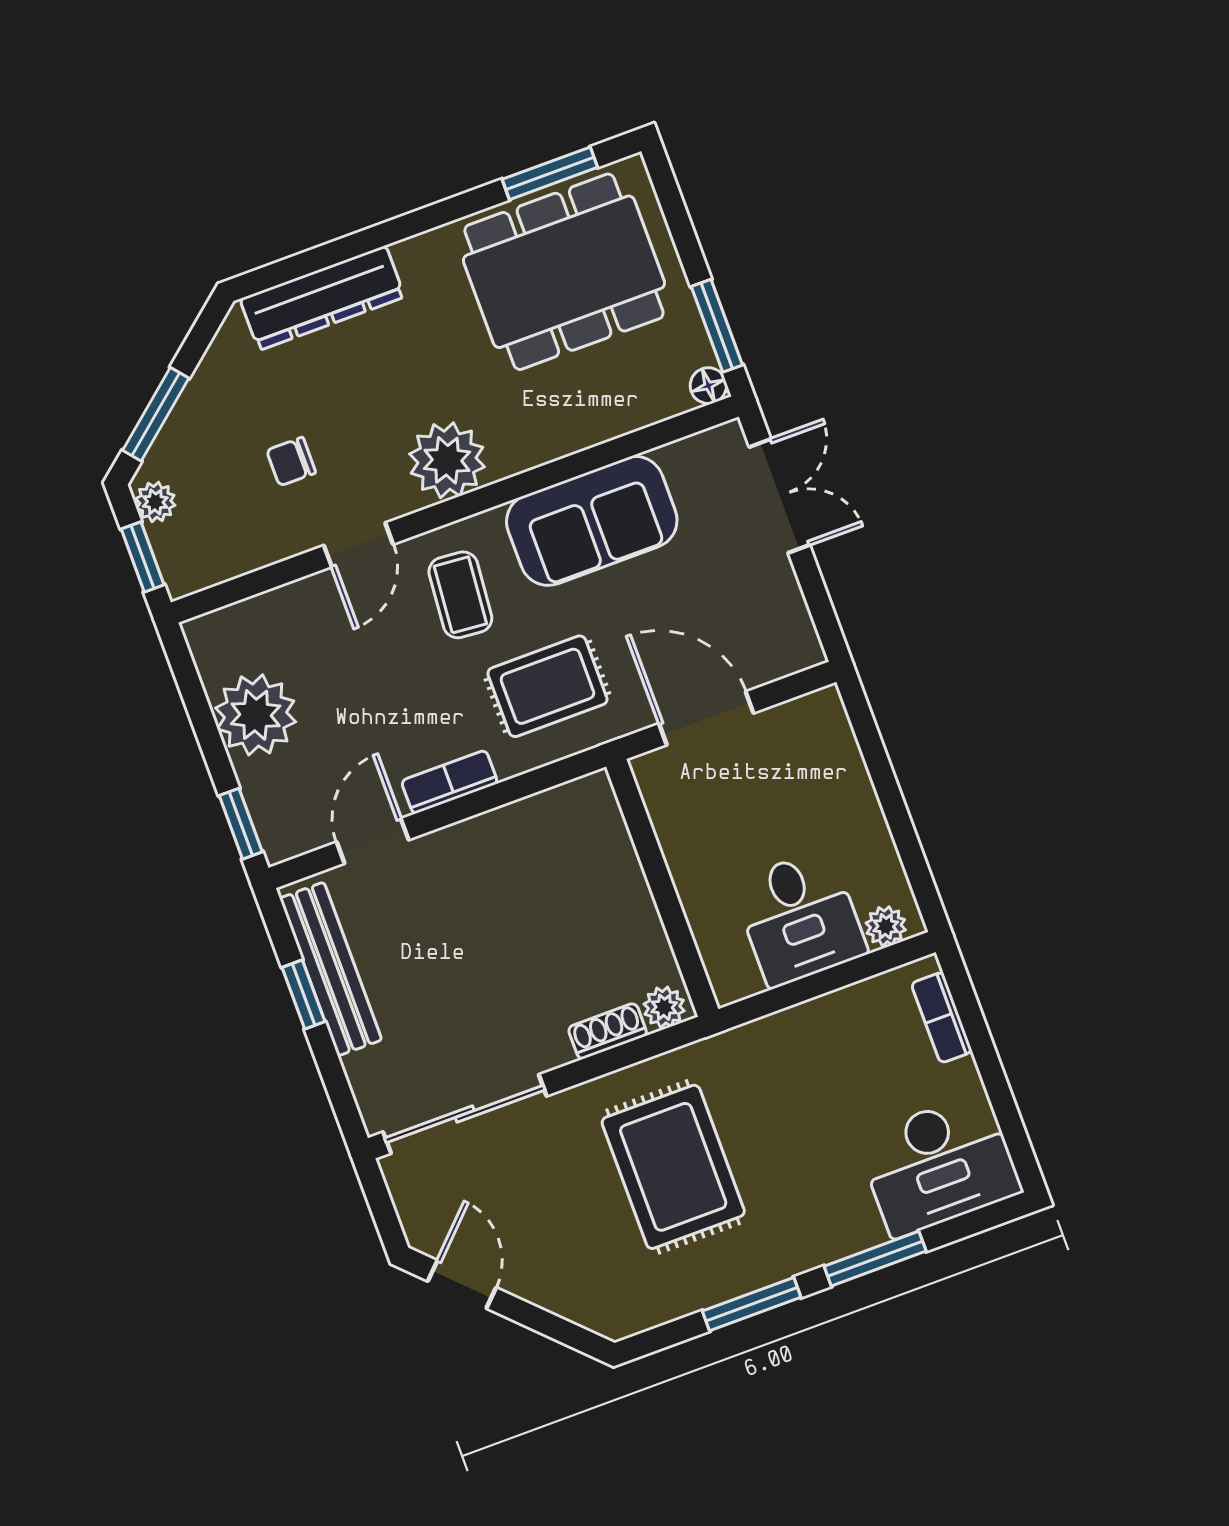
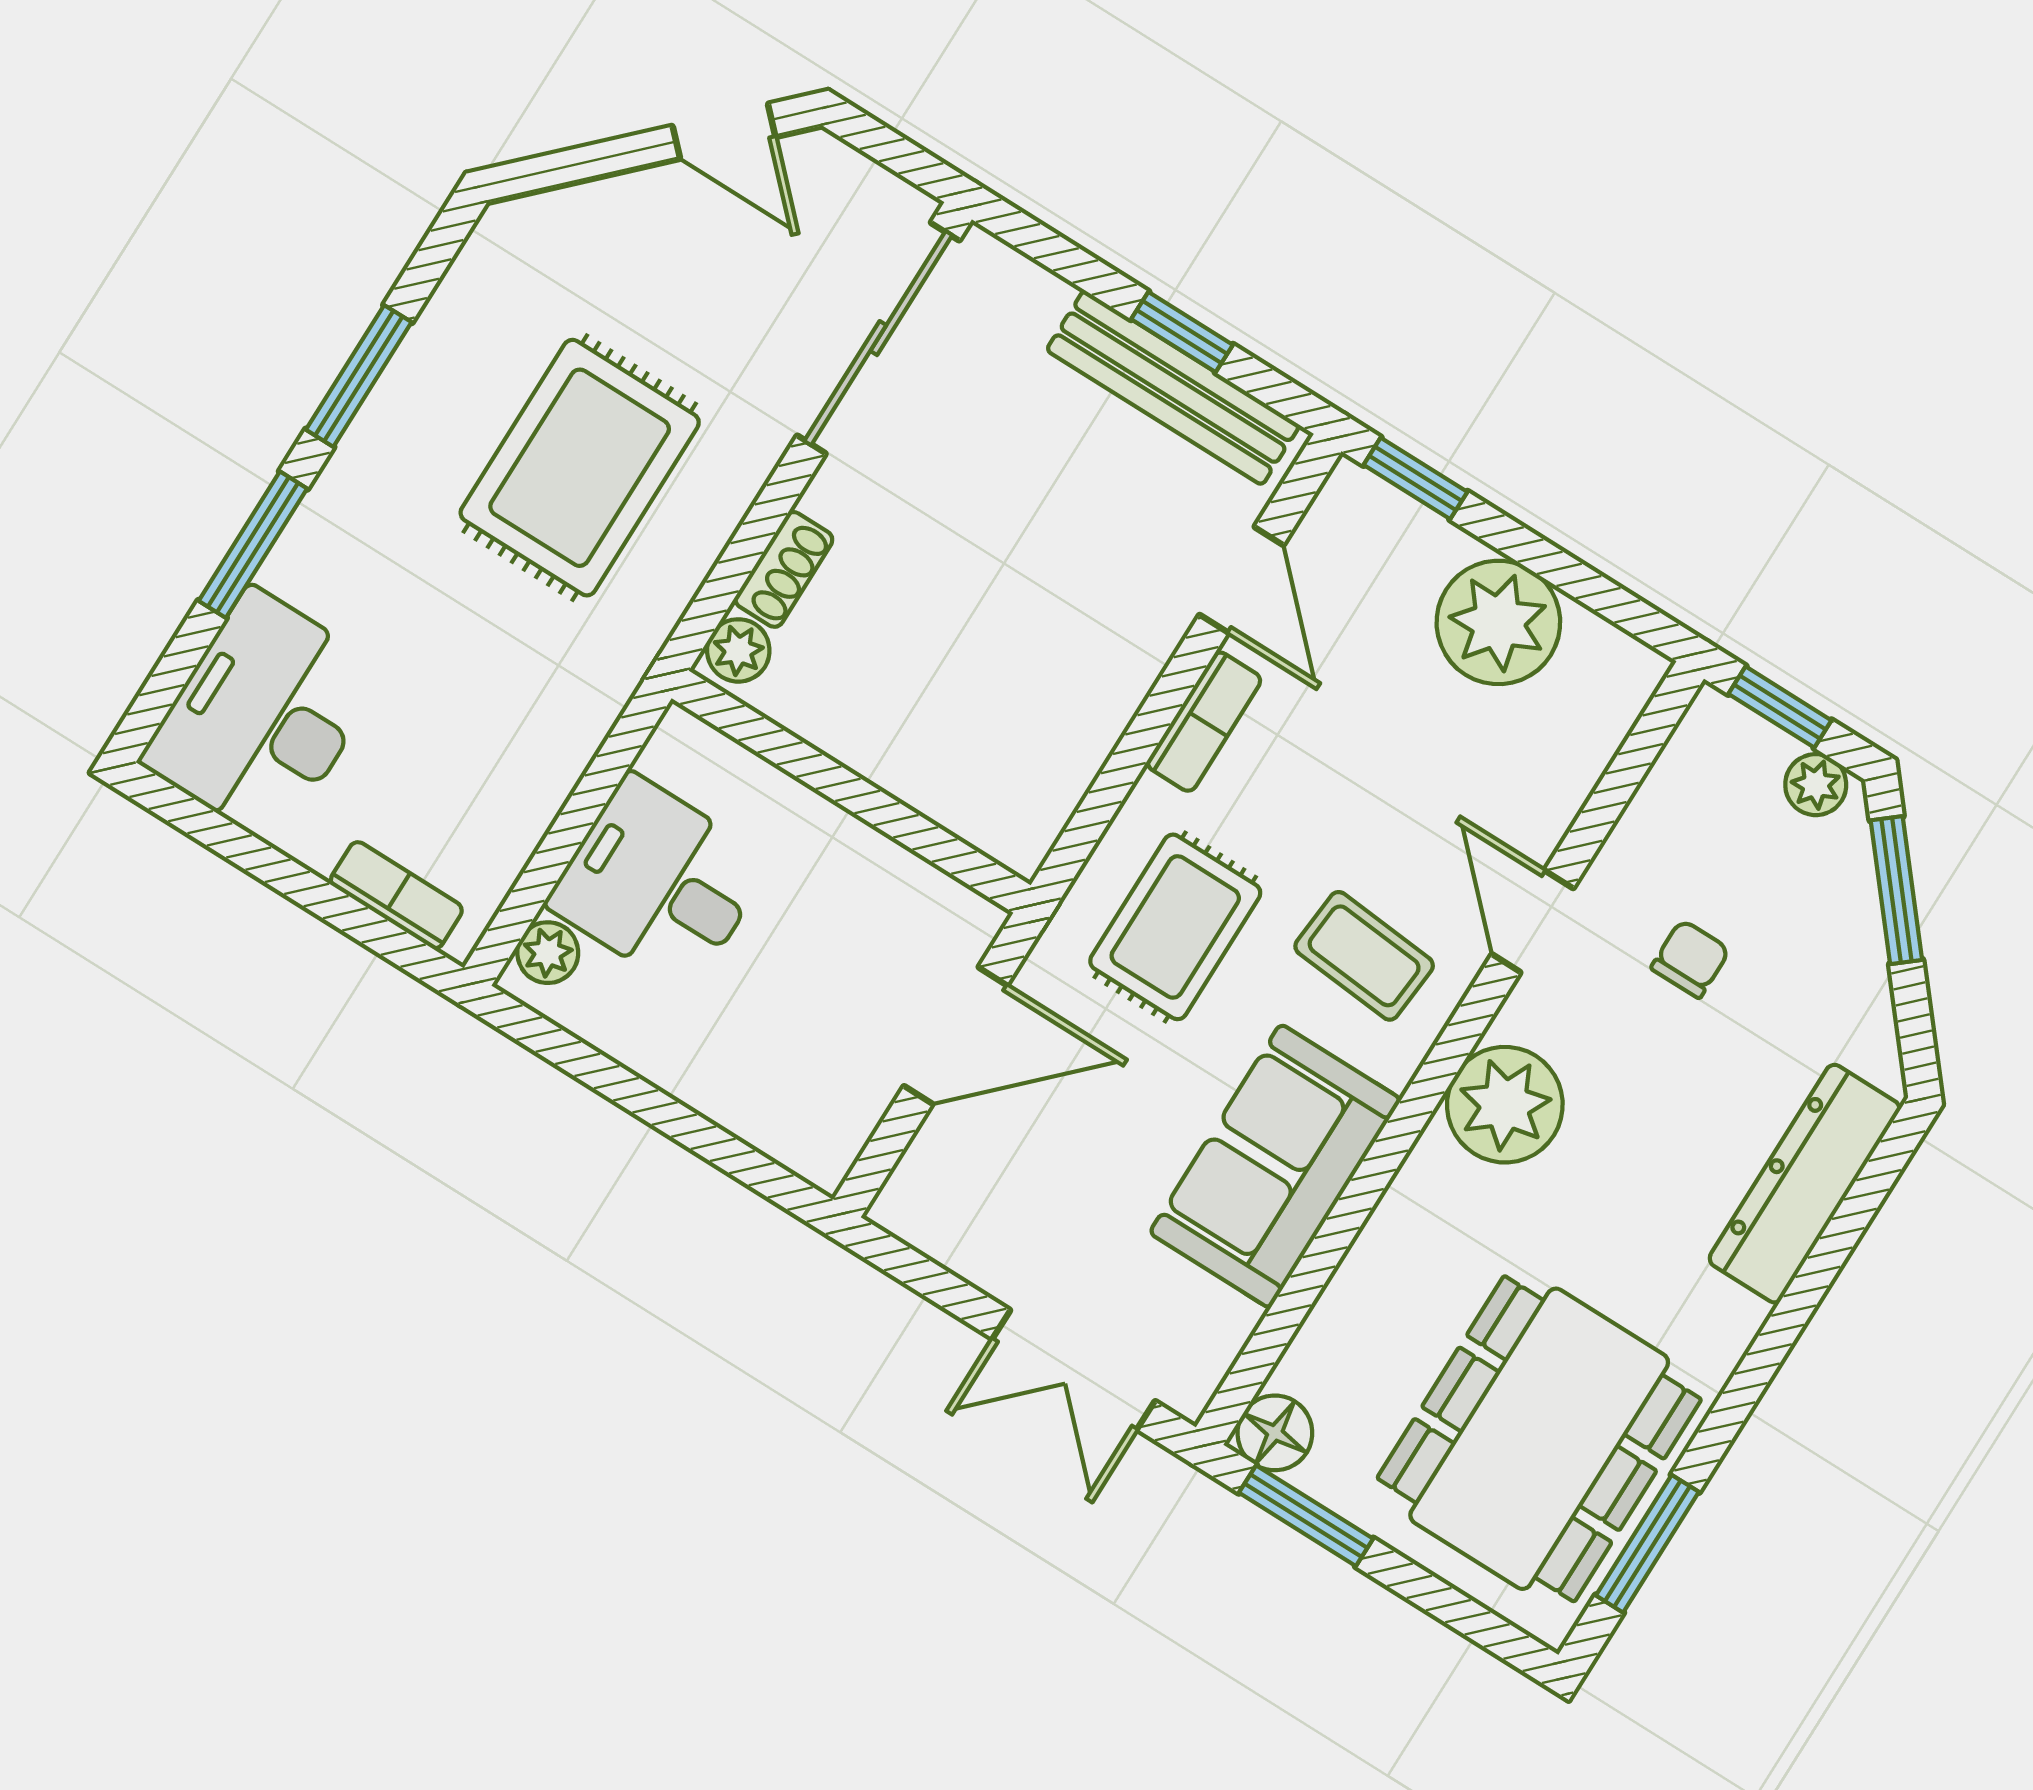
floor lamp: (708, 386) -> (1275, 1433), width x1.37, depth x1.37
rug: (673, 1167) -> (580, 468), turned 90

